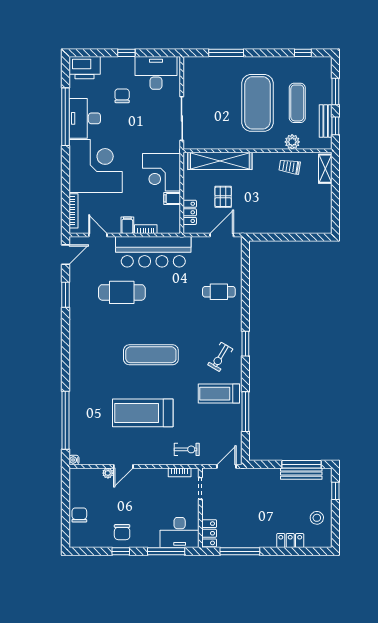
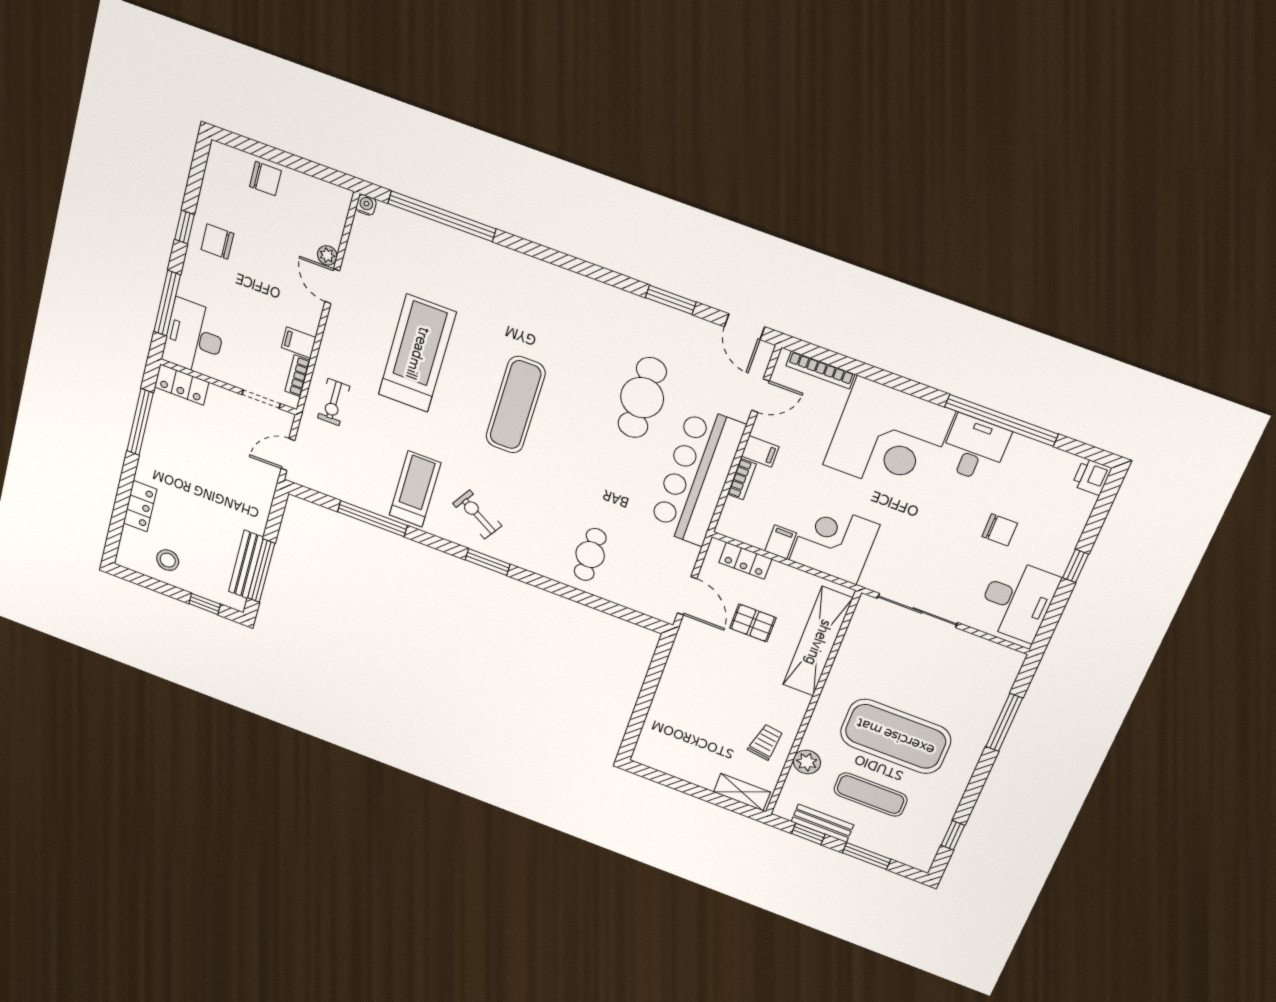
printer: (85, 68) -> (1092, 477), width x0.53, depth x0.68
desk: (85, 118) -> (974, 448), width x0.73
door: (226, 466) -> (288, 455), swing flipped
filing cabinet: (161, 476) -> (299, 343), added

